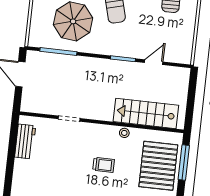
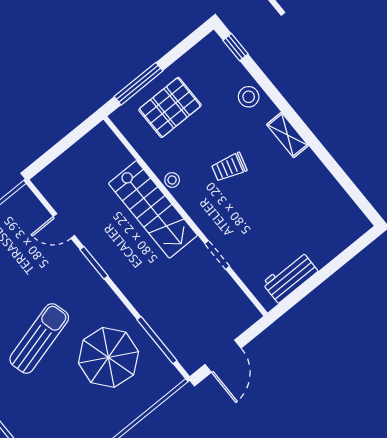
stairs: (146, 113) -> (153, 209), moved
trolley: (104, 165) -> (229, 167), turned -74
pallet: (158, 166) -> (170, 107), width x0.73, depth x0.71

